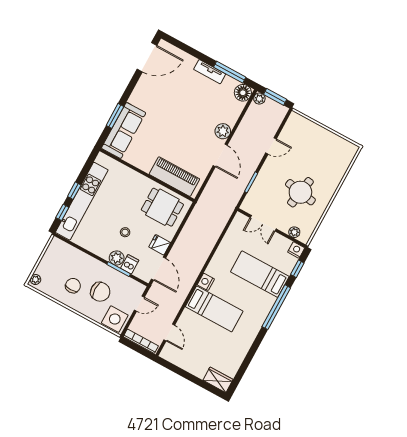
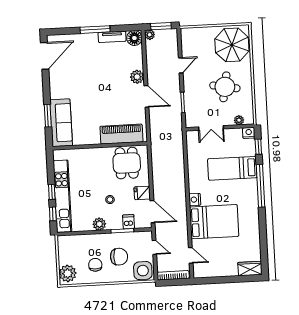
tv unit: (210, 72) -> (112, 37), moved
window: (230, 72) -> (95, 30), moved
parasol: (332, 157) -> (232, 45), added
dining table: (162, 207) -> (127, 163), turned 90
plant: (117, 258) -> (99, 224), moved
plant: (35, 279) -> (68, 273), width x1.88, depth x1.88
door: (139, 304) -> (154, 247), hinge flipped
bed: (214, 309) -> (214, 222), width x1.50

